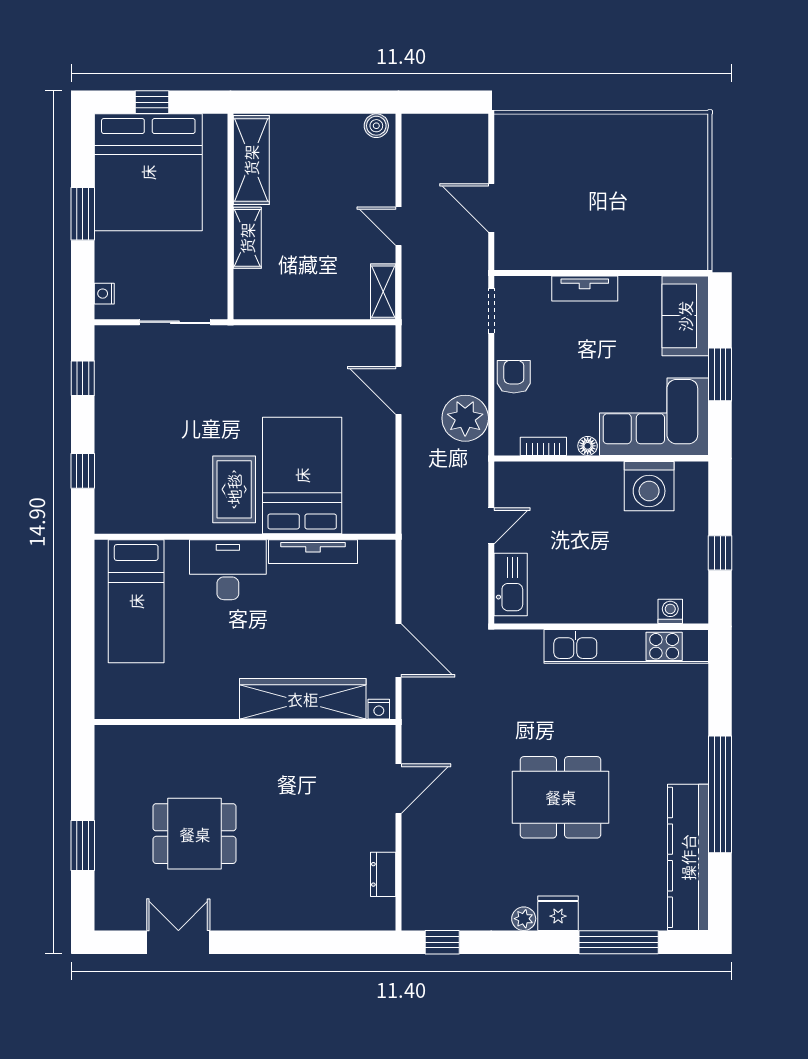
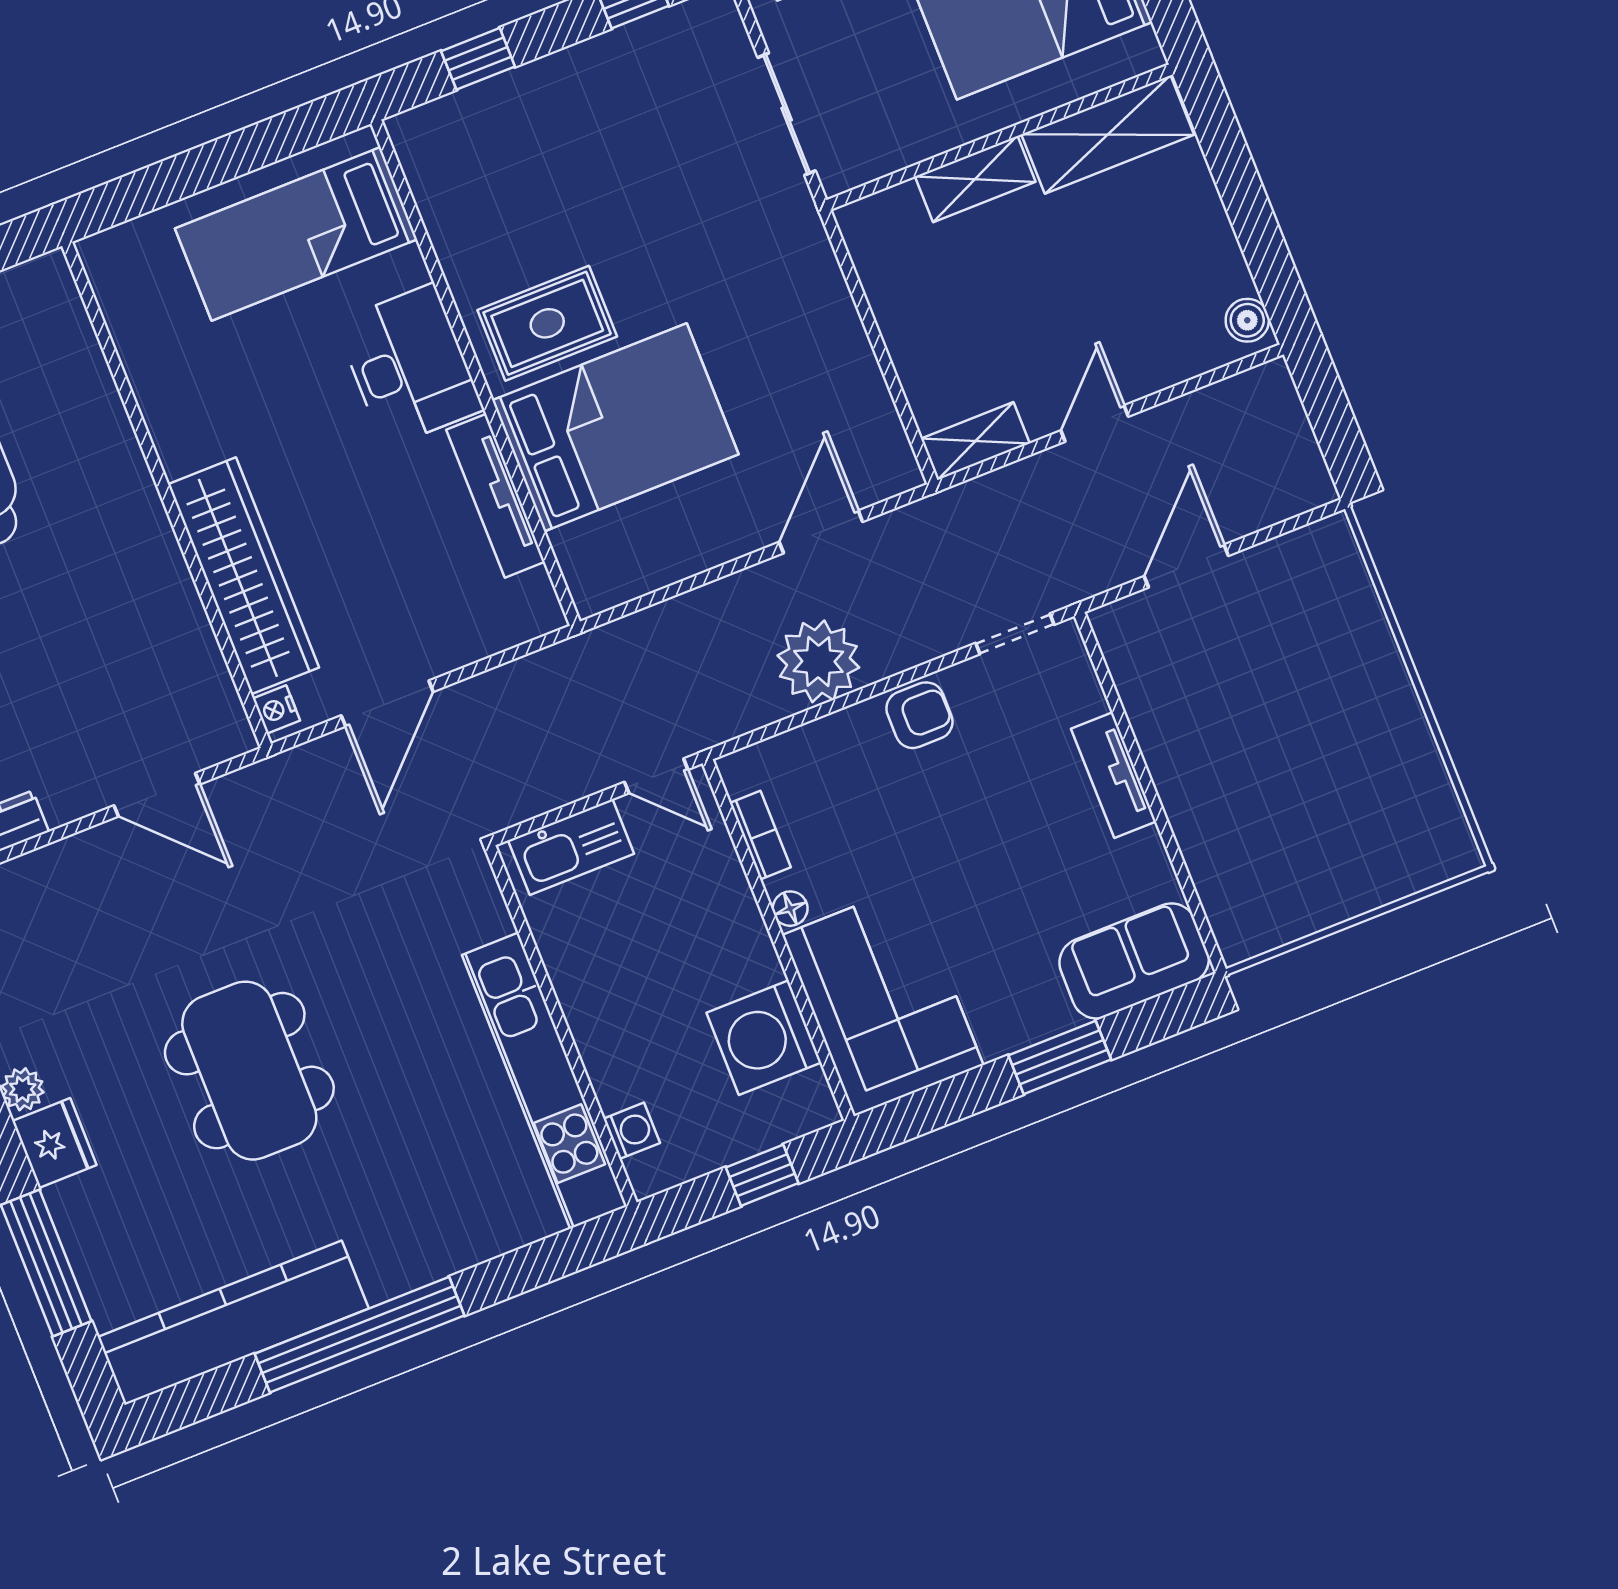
corner sofa: (654, 417) -> (883, 1000), moved
bookcase: (543, 446) -> (760, 835), moved
floor lamp: (588, 446) -> (790, 909), moved
wall: (601, 458) -> (778, 940), moved
washing machine: (649, 486) -> (764, 1038), moved

